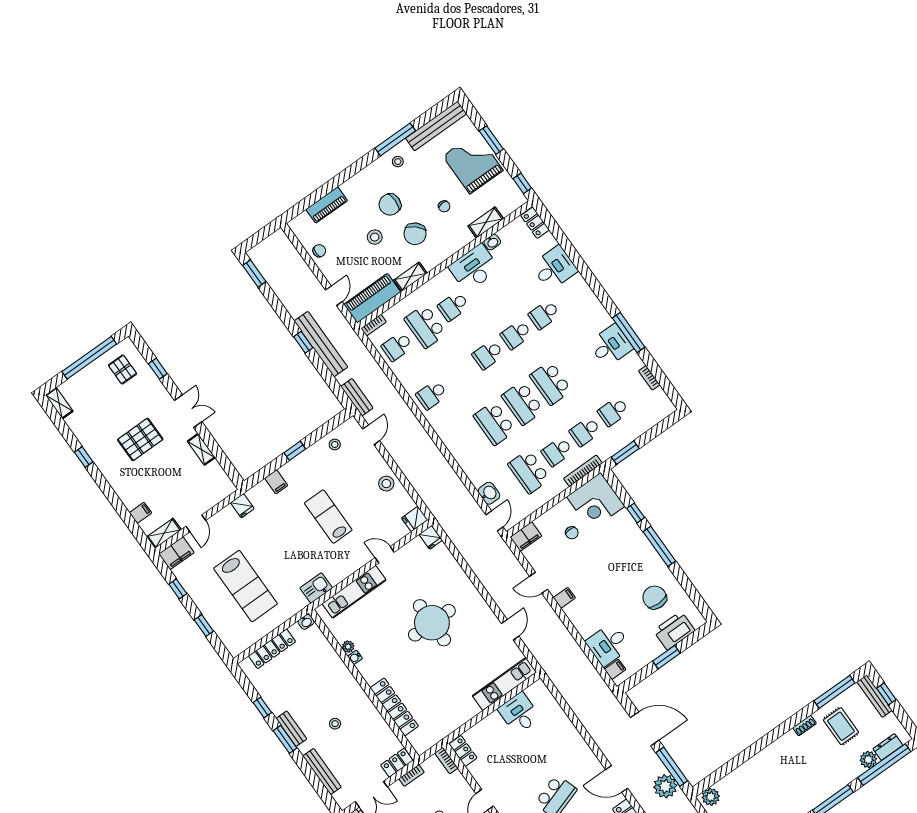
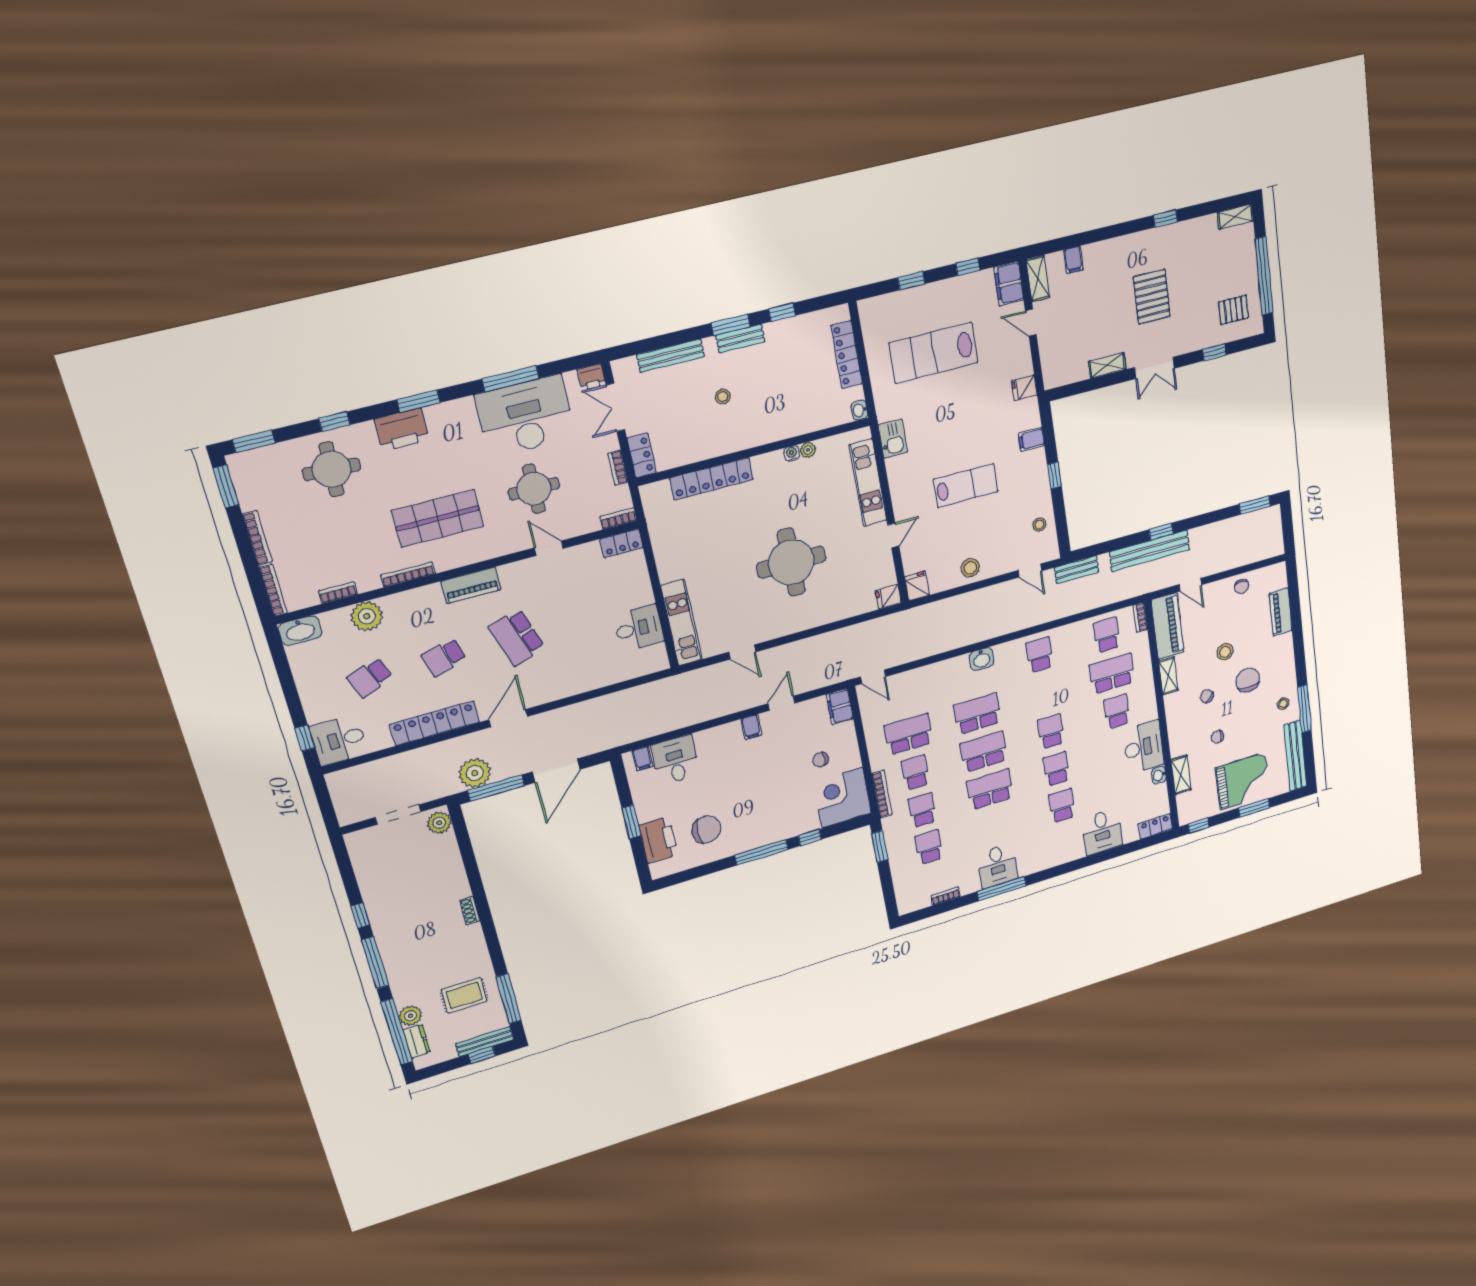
chair: (415, 234) -> (1207, 696), width x0.54, depth x0.54
washbasin: (489, 493) -> (982, 659), moved
shoe rack: (805, 726) -> (470, 911), moved

